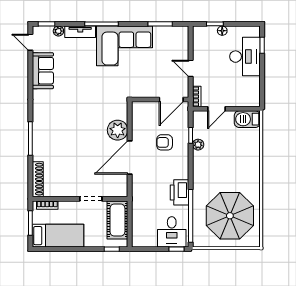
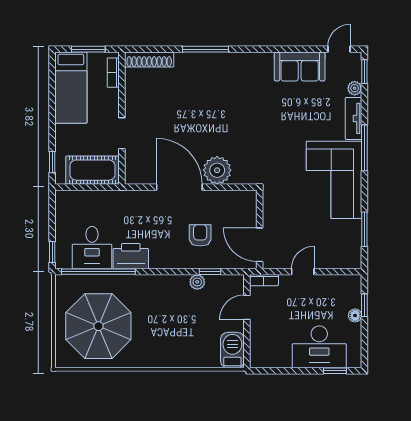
door: (216, 109) -> (247, 307), hinge flipped
desk: (172, 232) -> (92, 248), moved, turned -90

